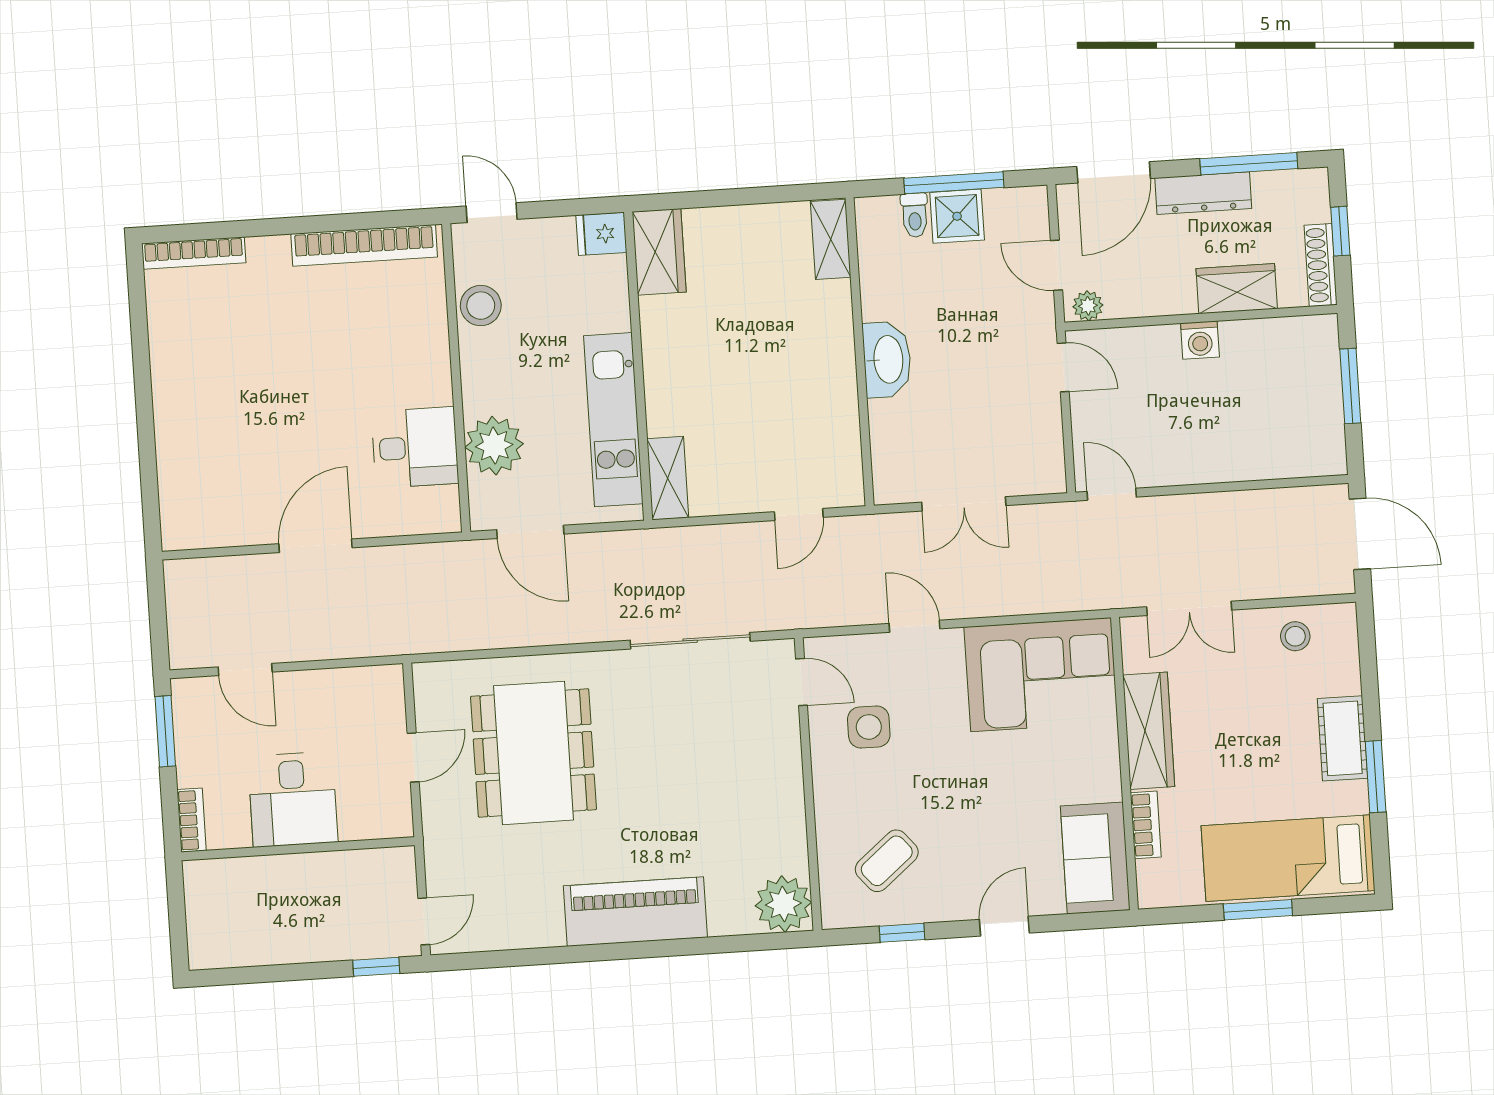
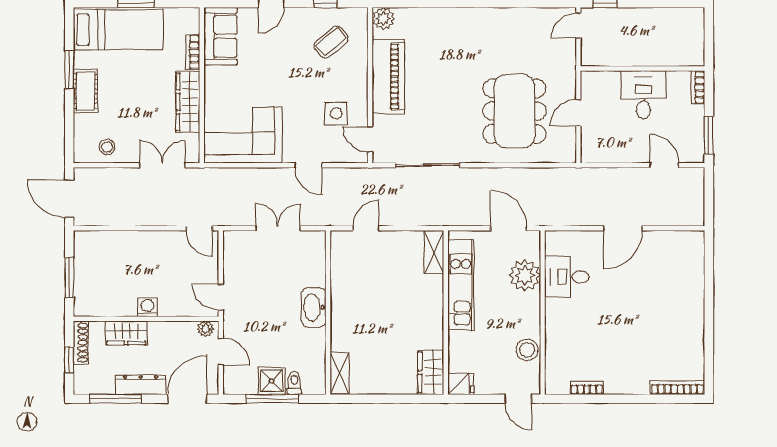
bookcase: (364, 245) -> (587, 388), width x0.43, depth x0.76
plant: (783, 904) -> (383, 19), width x0.73, depth x0.73
piano: (635, 912) -> (388, 77), moved, turned -90

